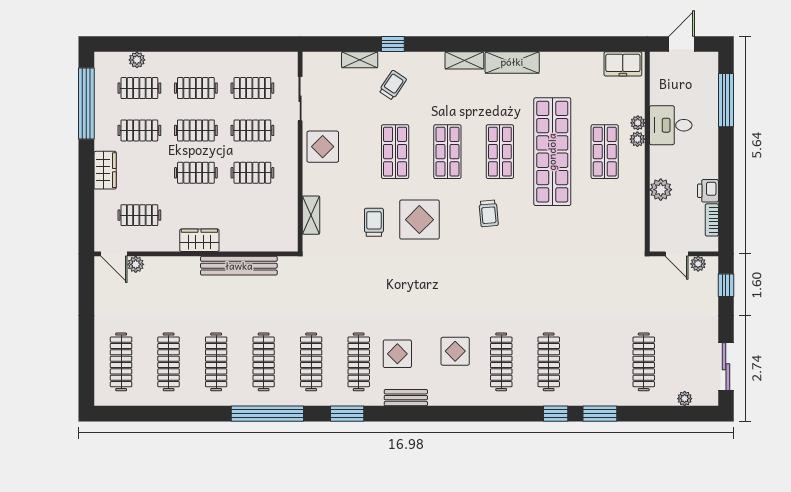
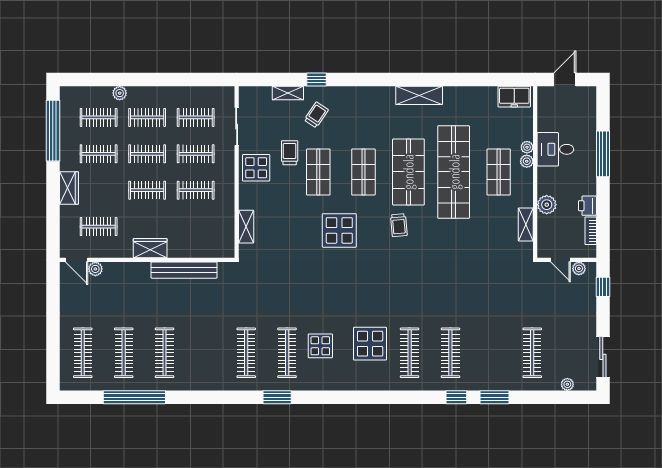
plant: (137, 60) -> (120, 93), moved
shelving: (464, 60) -> (526, 224), moved, turned 90
window: (726, 100) -> (603, 154), moved
shop shelf: (500, 152) -> (408, 172), width x1.43, depth x1.36
trolley: (374, 222) -> (290, 153), moved
display table: (455, 351) -> (370, 344), width x1.36, depth x1.36
clothes rail: (264, 362) -> (205, 353), removed
bench: (406, 398) -> (328, 384), removed
window: (267, 414) -> (134, 397), moved

